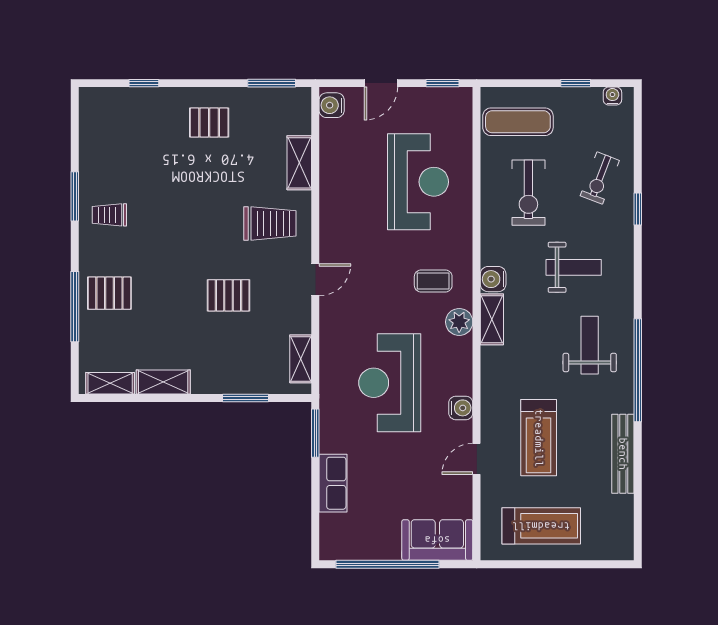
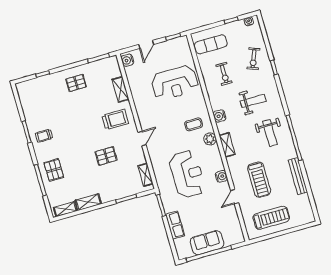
reception desk: (418, 182) -> (175, 83), turned 90
exercise bike: (528, 193) -> (224, 74), width x0.73, depth x0.72
pallet: (109, 293) -> (54, 170), turned 90
shelving: (492, 319) -> (227, 145), moved
weight bench: (590, 345) -> (270, 133), turned 180
reception desk: (390, 383) -> (187, 174), turned 180
sofa: (437, 540) -> (207, 243), moved

